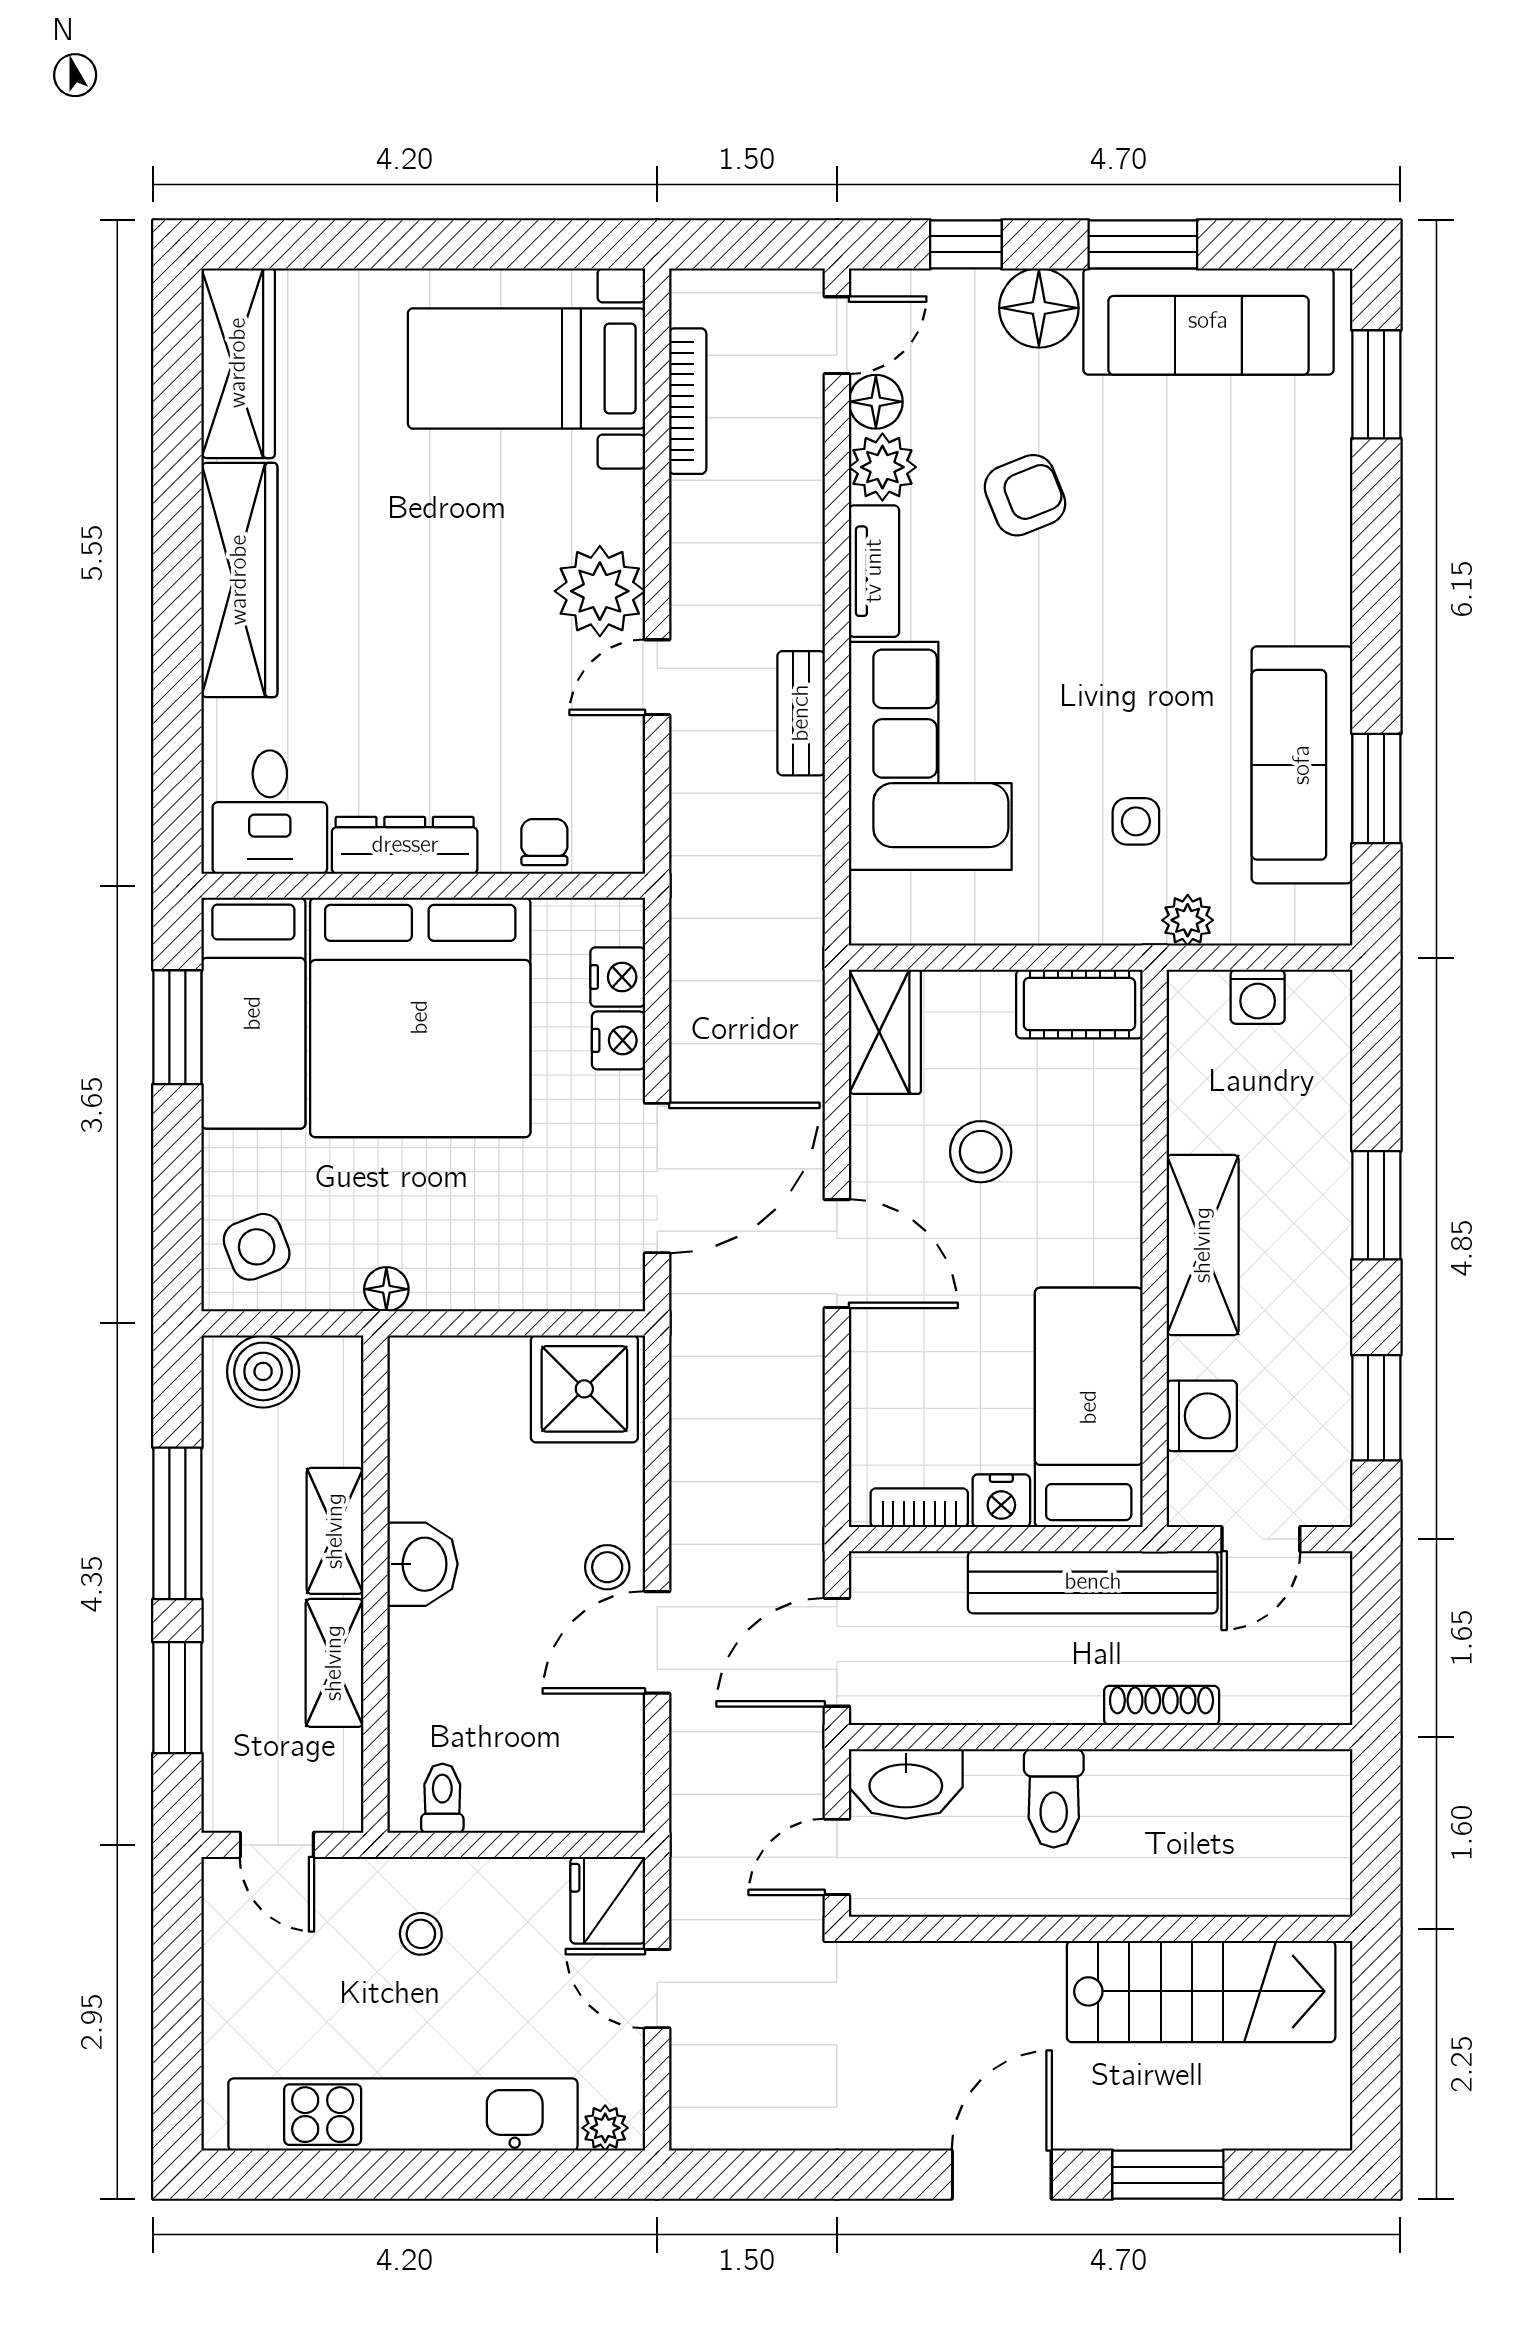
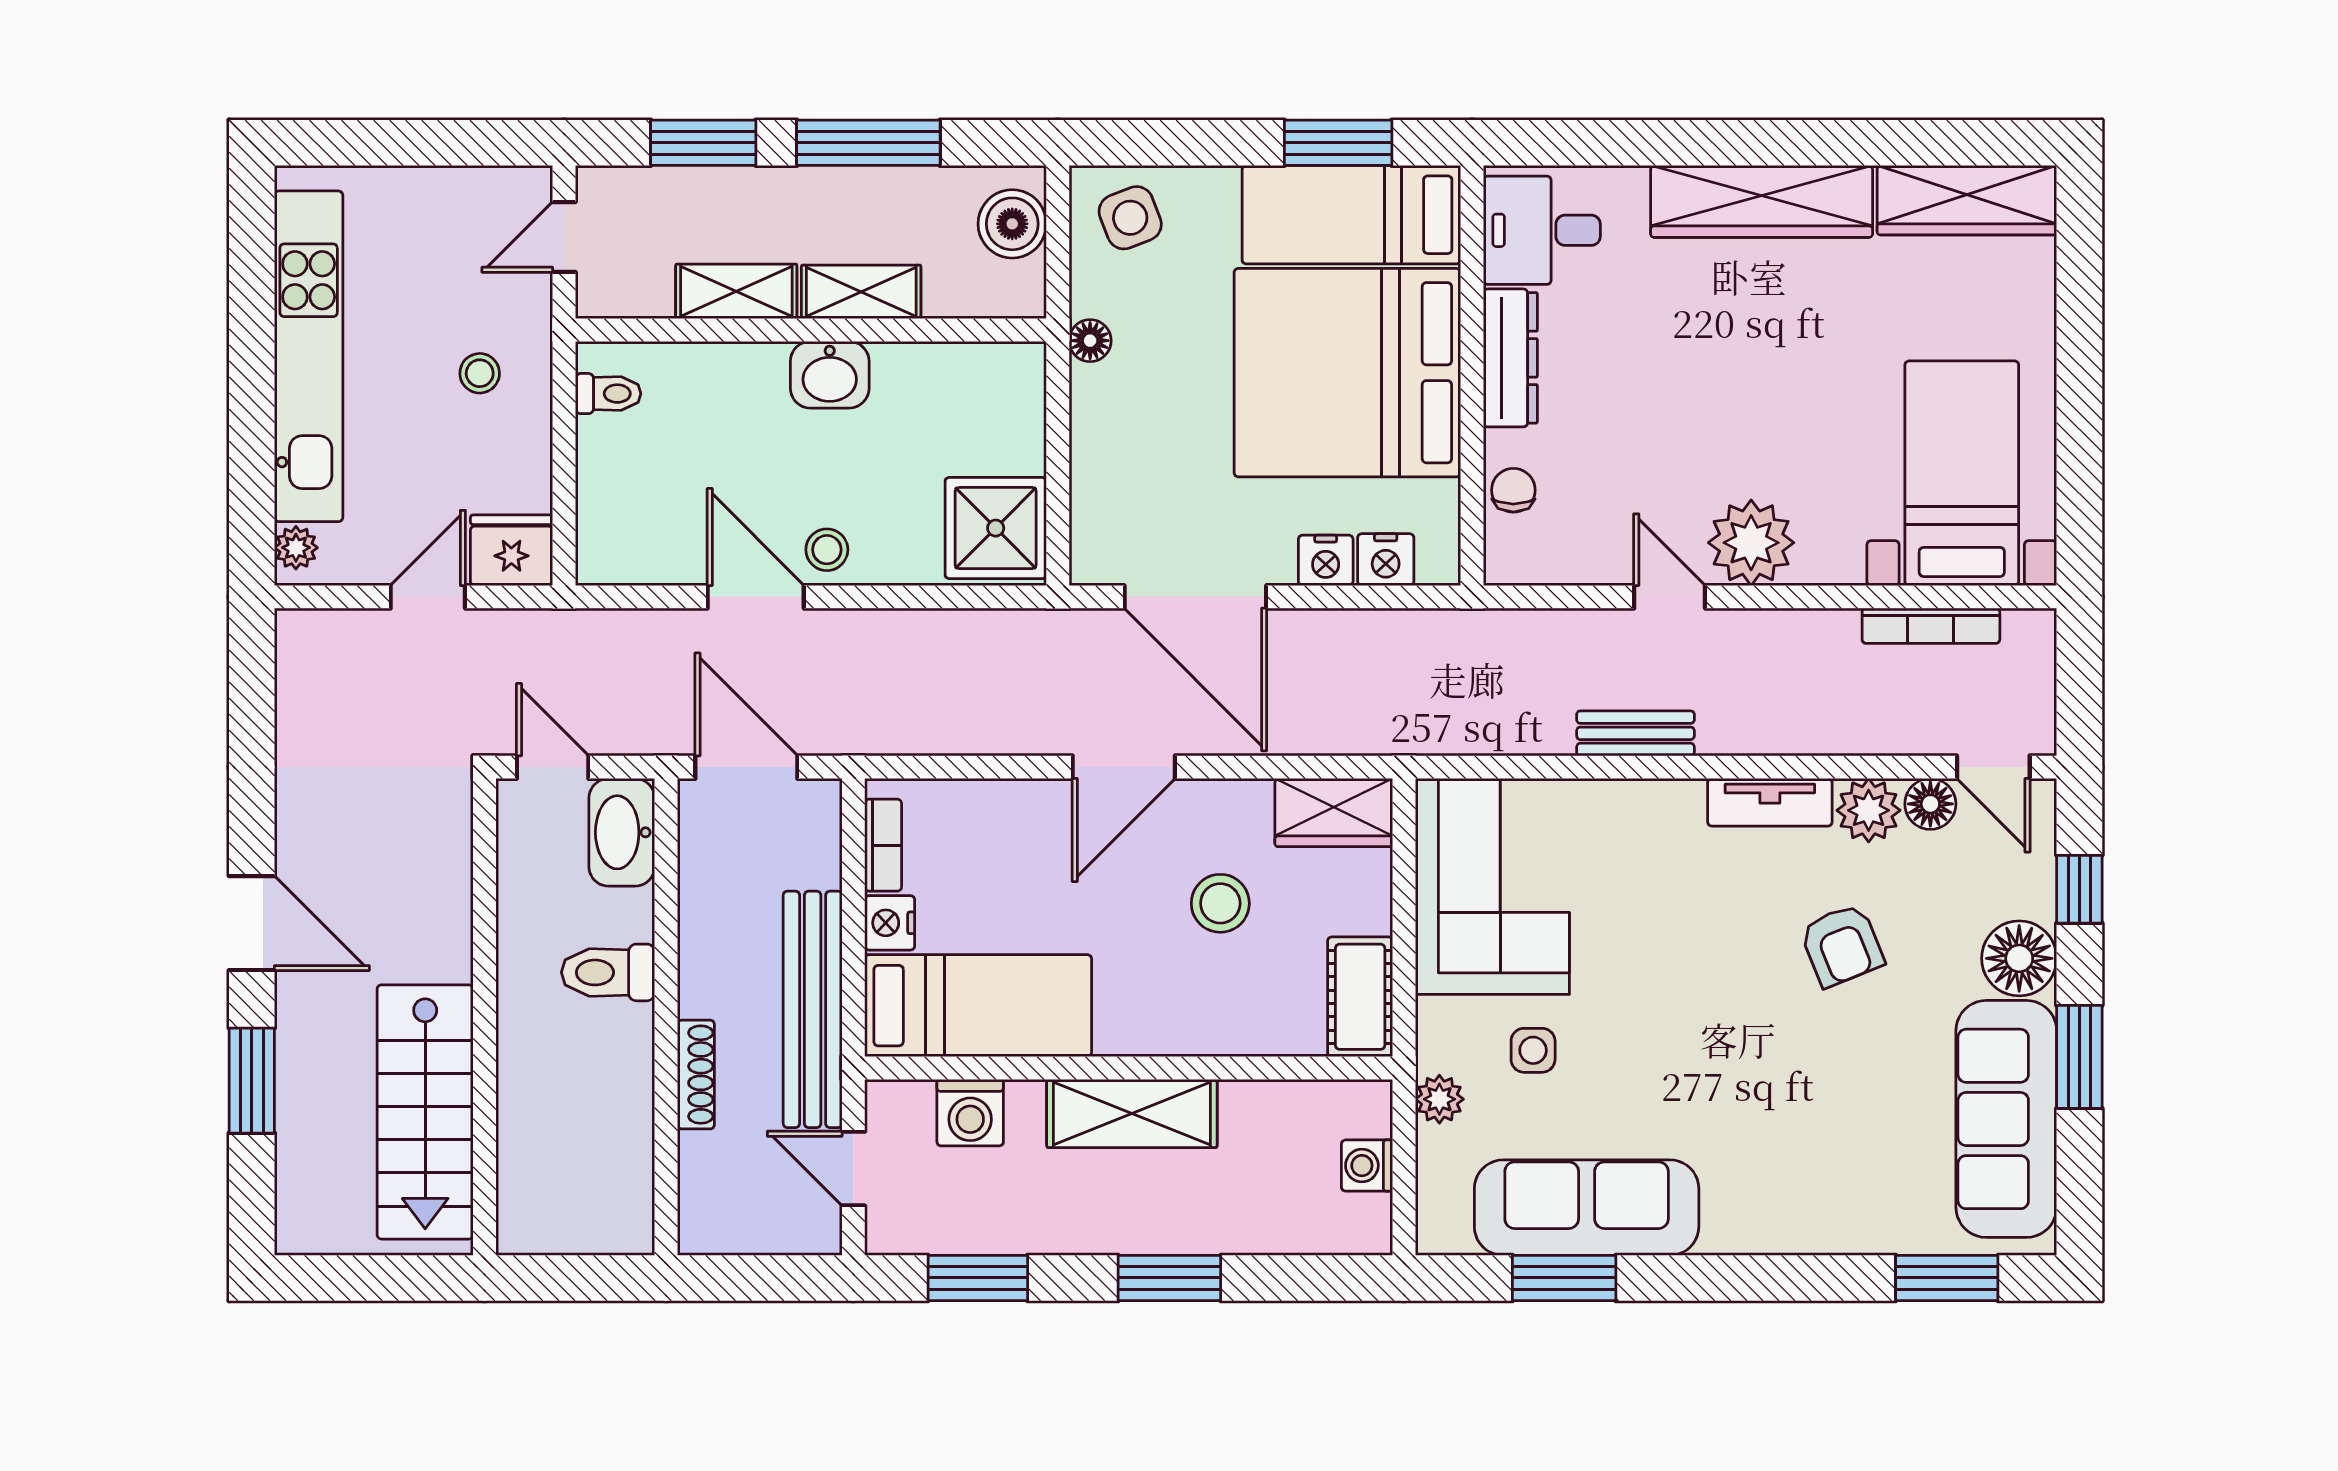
corner sofa: (930, 756) -> (1492, 886), moved, turned -90
chair: (544, 842) -> (1513, 490), turned -90

